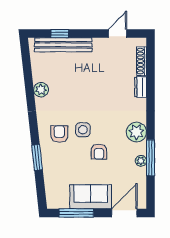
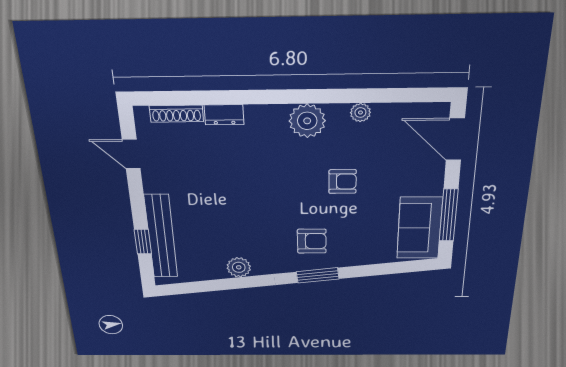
side table: (83, 130) -> (304, 207), removed
armchair: (59, 134) -> (312, 241), turned 180
window: (37, 157) -> (318, 275), moved
window: (151, 158) -> (355, 96), removed
sofa: (91, 197) -> (420, 228), moved

